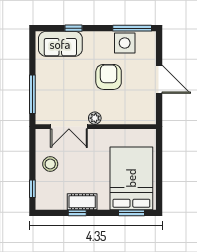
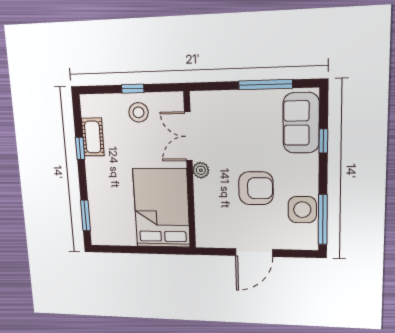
window: (32, 94) -> (265, 85), moved
bed: (131, 178) -> (162, 208), moved, turned -90
window: (32, 189) -> (133, 89), moved
cot: (82, 202) -> (93, 137), moved

